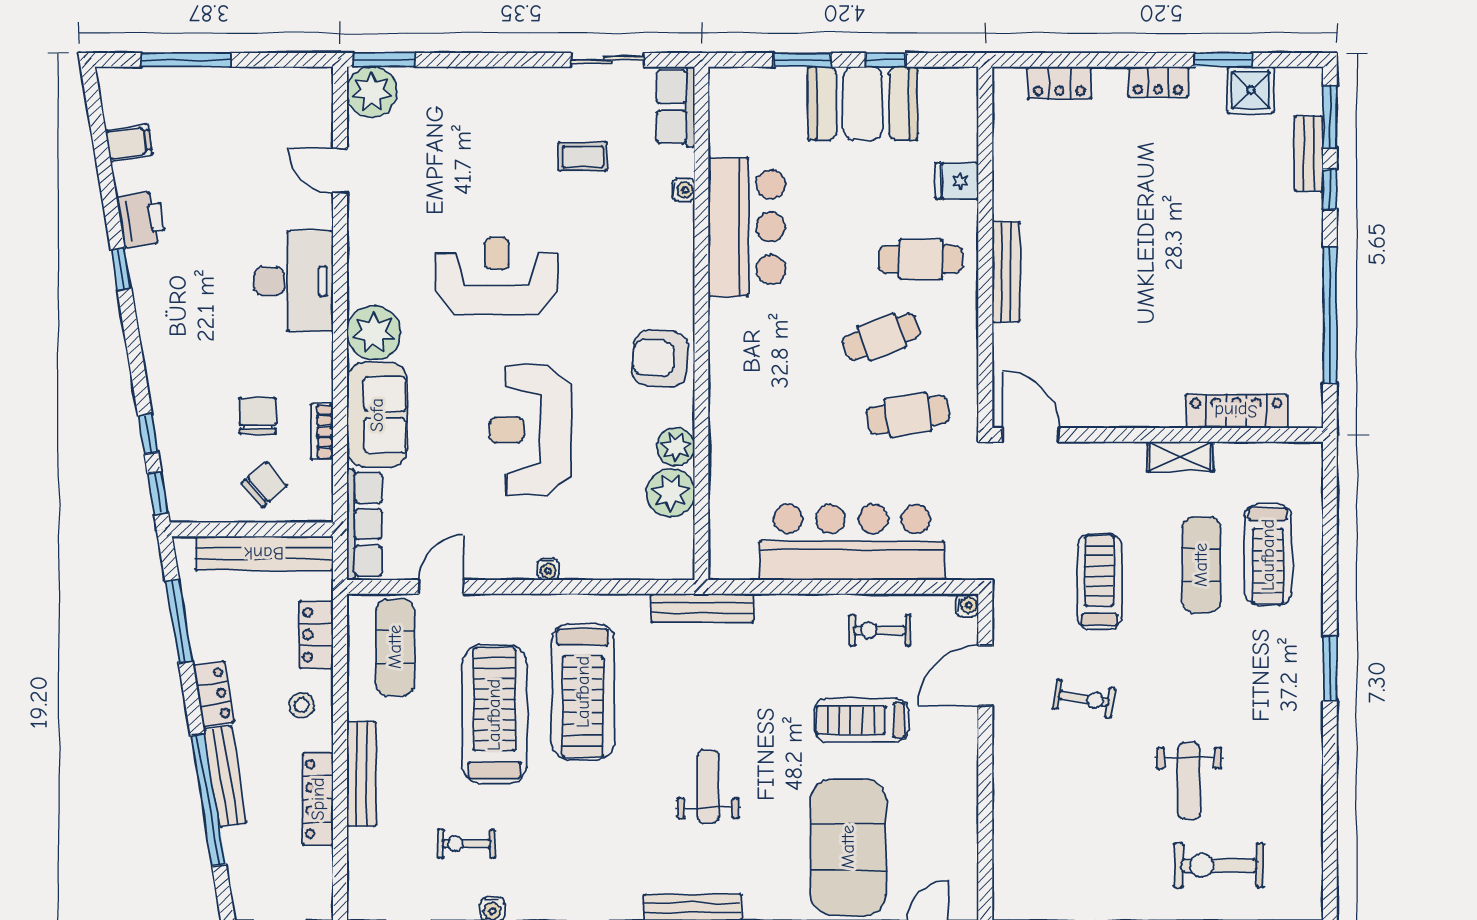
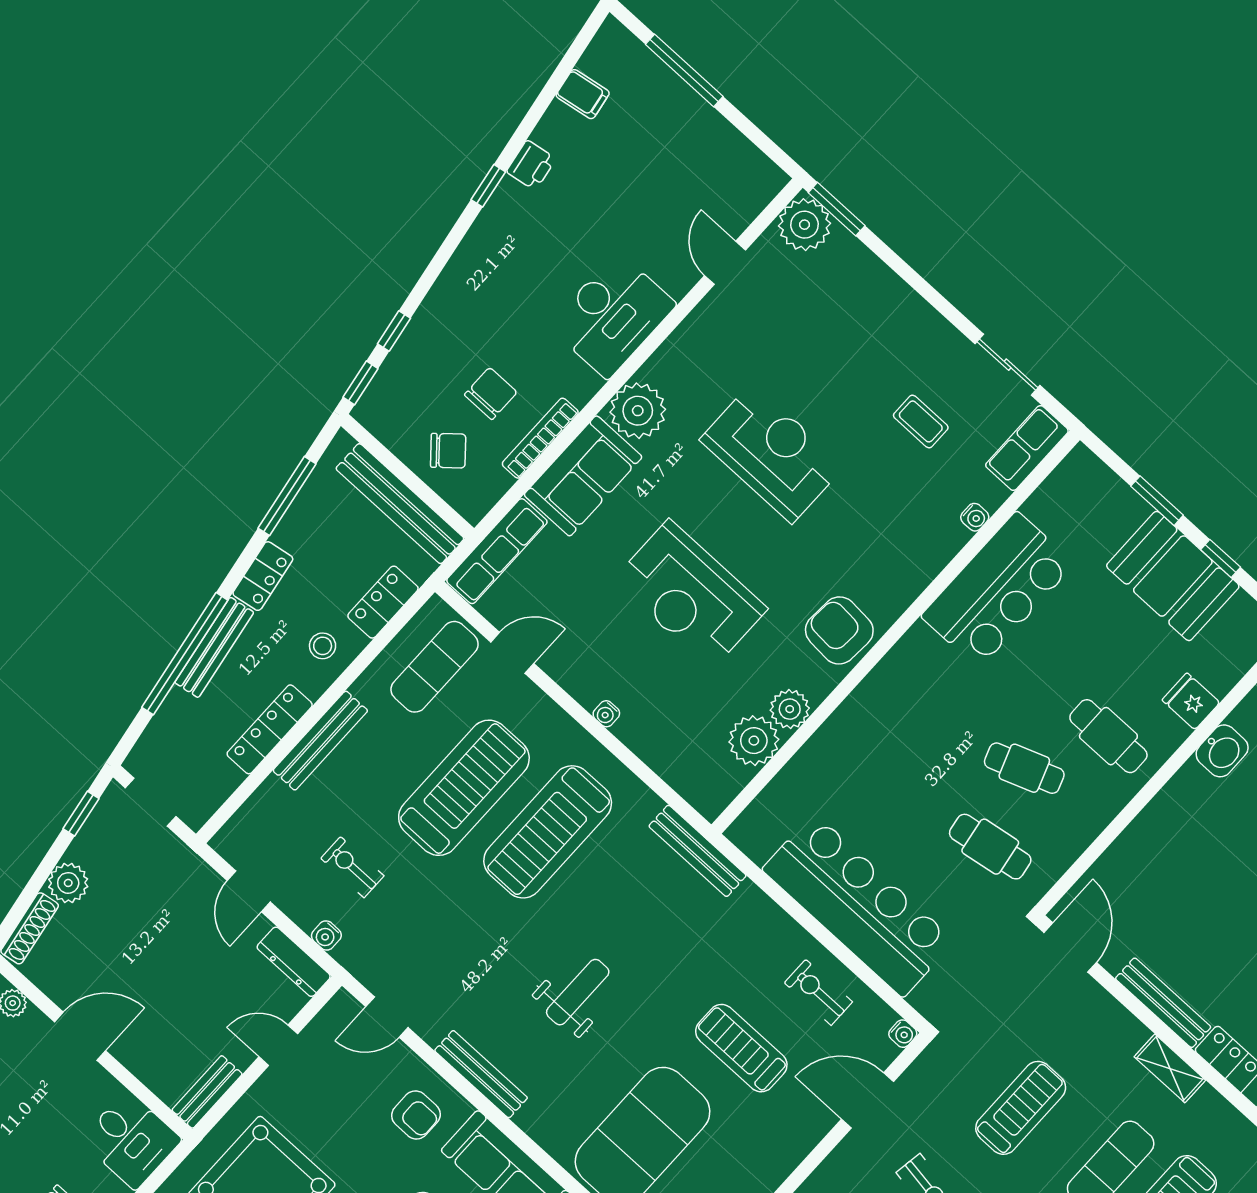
washbasin: (1011, 196) -> (1222, 751), added
printer: (141, 219) -> (531, 165), width x0.73, depth x0.81
bench: (1006, 272) -> (1163, 1003), moved, turned 90
reception desk: (530, 430) -> (690, 594), turned -90
bookcase: (322, 432) -> (540, 438), width x1.56

